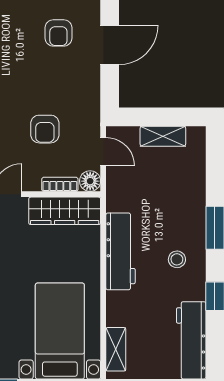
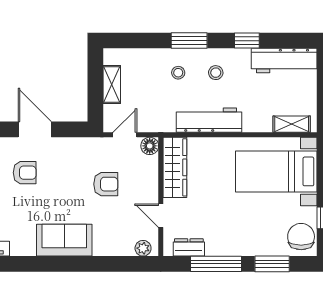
bookcase: (60, 184) -> (152, 171), removed
stool: (177, 215) -> (178, 73), added

